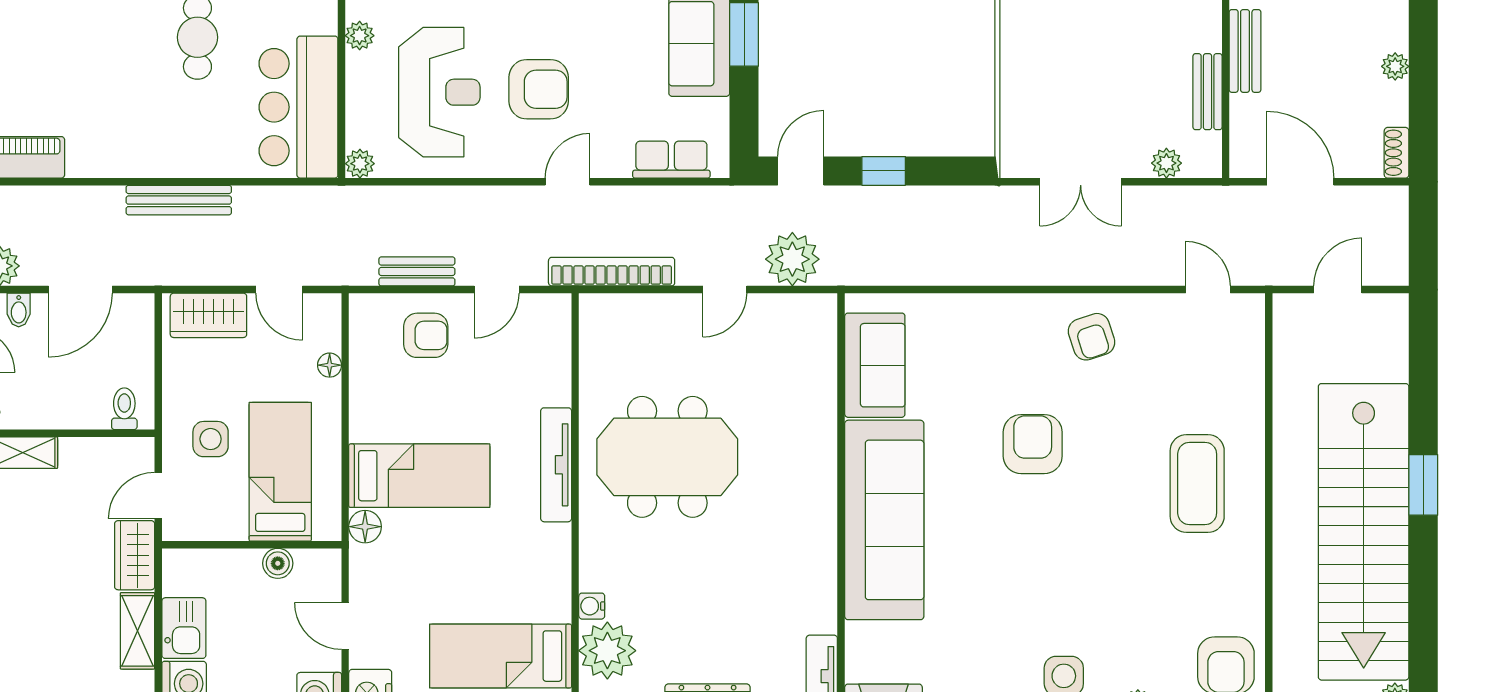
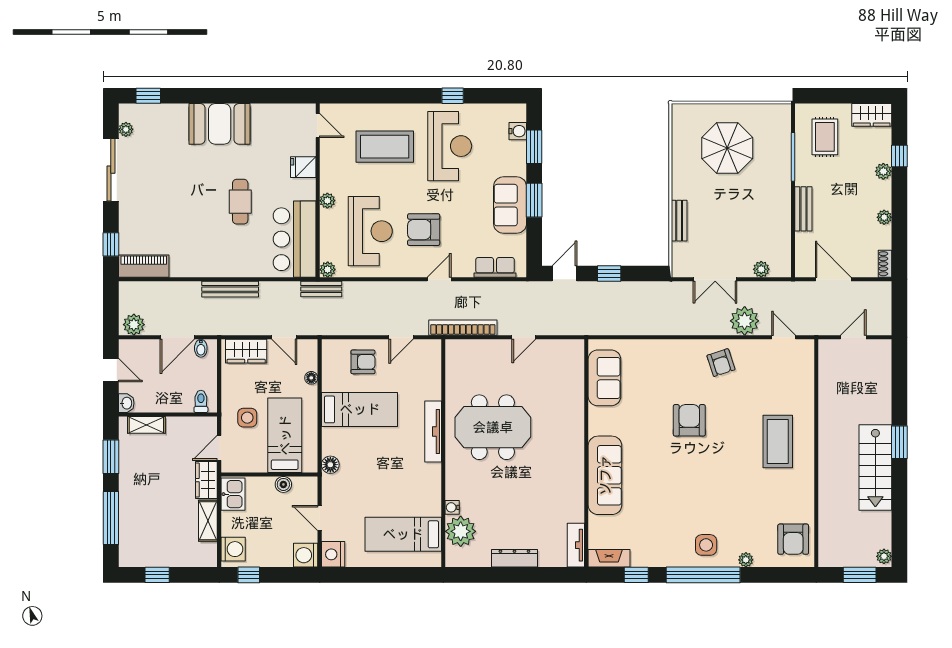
armchair: (539, 89) -> (424, 230), turned 180
bench: (1208, 92) -> (679, 221), moved
plant: (792, 259) -> (745, 321), moved
bench: (417, 271) -> (321, 289), moved
bidet: (19, 310) -> (201, 348), moved
bed: (419, 476) -> (360, 409), moved
sofa: (884, 520) -> (605, 475), width x0.74, depth x0.79
stairs: (1364, 532) -> (875, 467), width x0.54, depth x0.66
kitchen sink: (184, 628) -> (233, 494), moved

